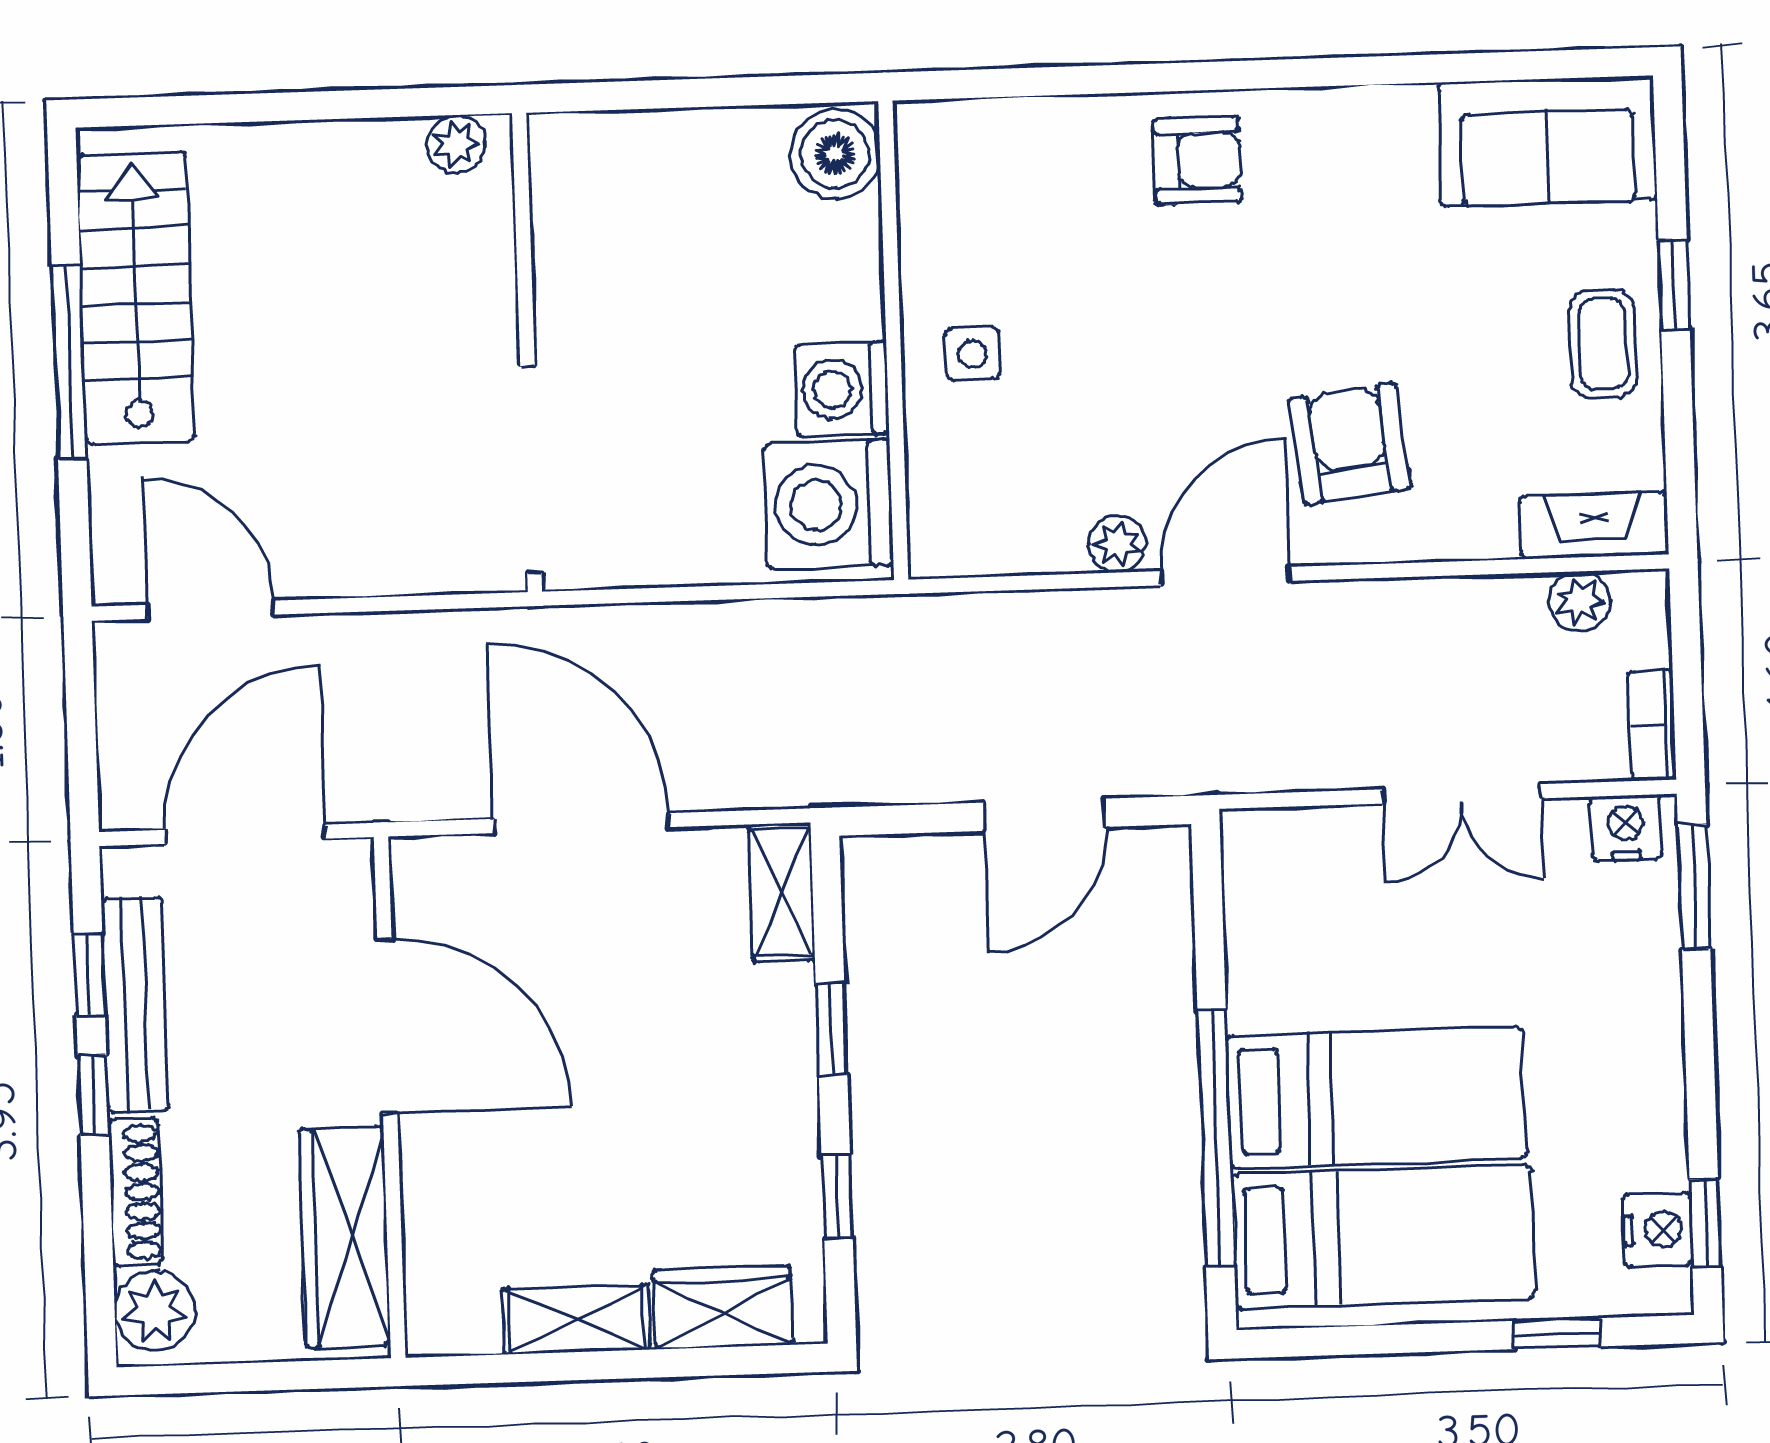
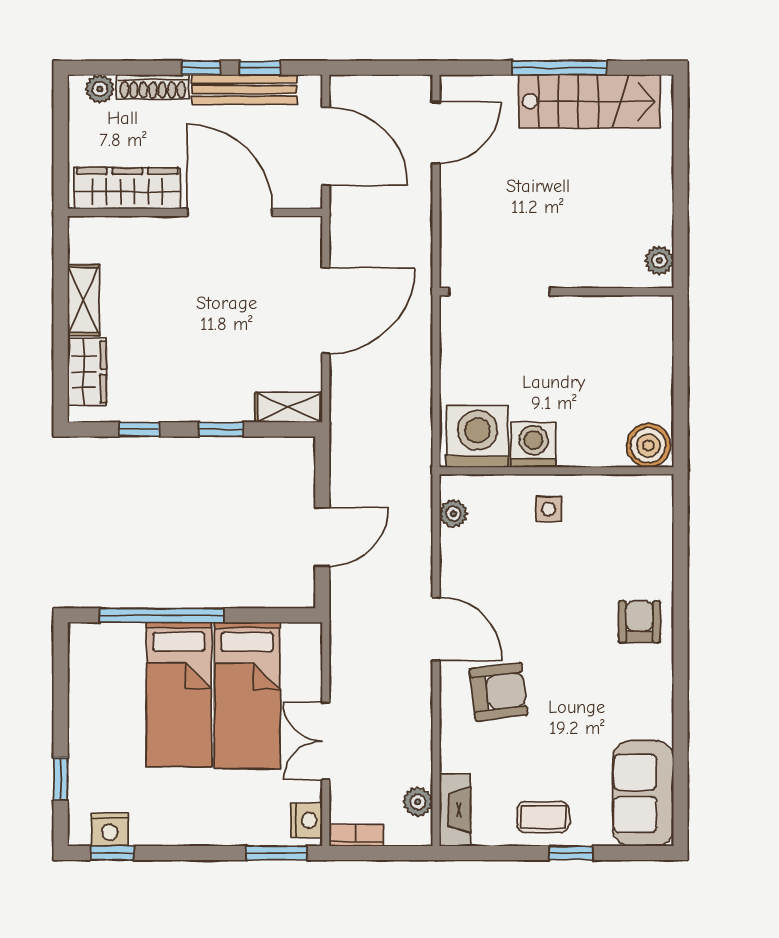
armchair: (1197, 160) -> (639, 622), turned 180
plant: (1117, 544) -> (453, 514), moved
door: (1045, 815) -> (322, 537), swing flipped
door: (387, 1026) -> (230, 212), swing flipped
bed: (1383, 1237) -> (247, 696), moved
plant: (155, 1311) -> (100, 89), width x0.73, depth x0.73

